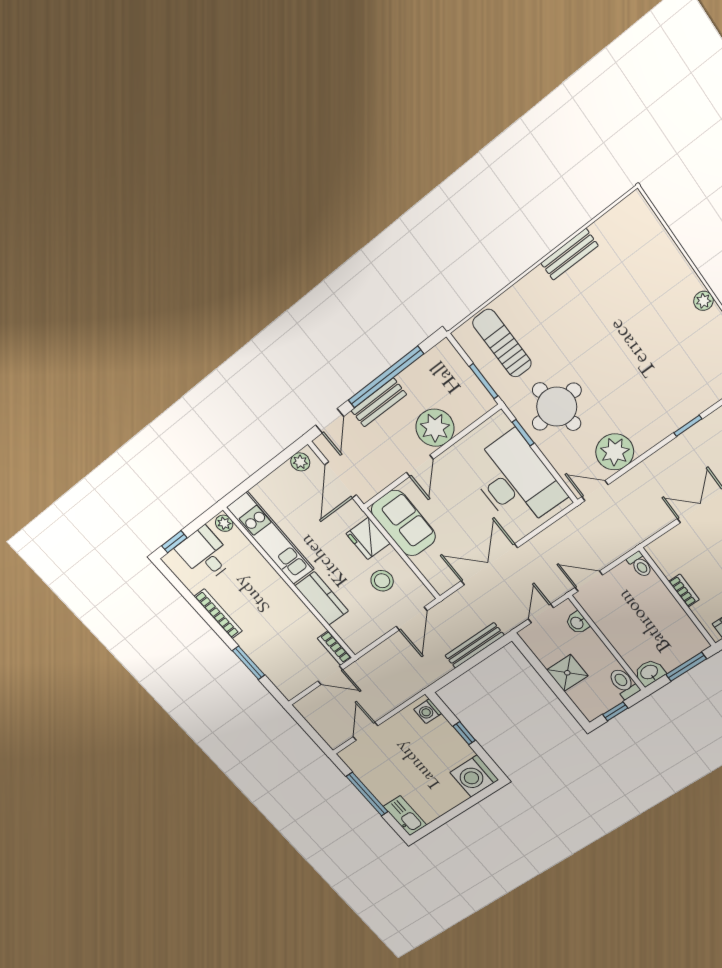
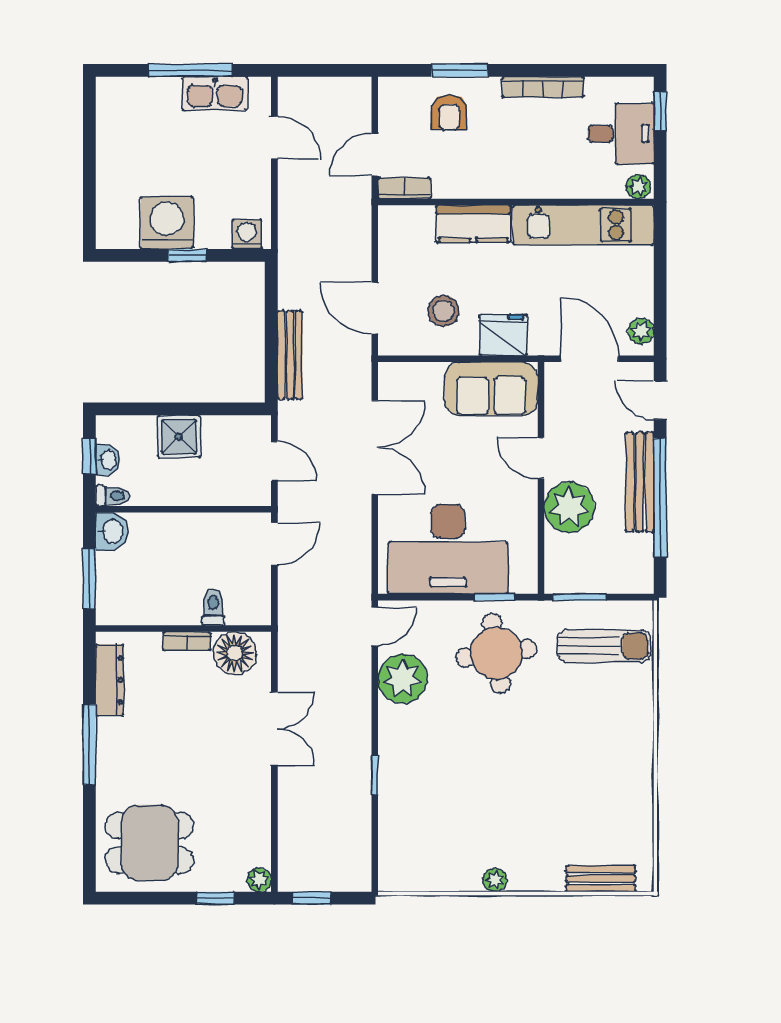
bench: (569, 254) -> (601, 879), moved, turned 90
bench: (379, 402) -> (640, 482), width x1.36
floor lamp: (671, 559) -> (235, 653), added
toilet: (640, 565) -> (213, 607), moved, turned 90
washbasin: (577, 623) -> (108, 460), moved, turned 90
armchair: (275, 653) -> (449, 112), added
toilet: (624, 683) -> (113, 496), width x0.73, depth x0.72
washing machine: (474, 776) -> (167, 223), moved
kitchen sink: (405, 816) -> (215, 94), moved

